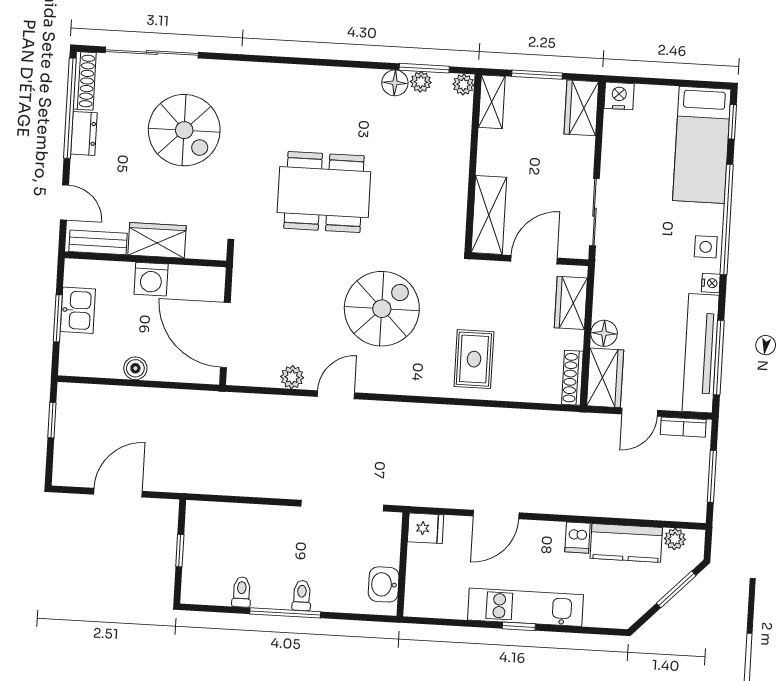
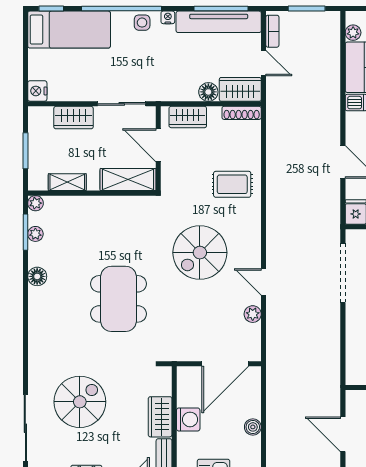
floor lamp: (395, 83) -> (37, 276), moved
shelving: (492, 102) -> (67, 182), moved
wardrobe: (581, 108) -> (74, 118), moved
spiral stairs: (382, 309) -> (200, 253), turned -90

